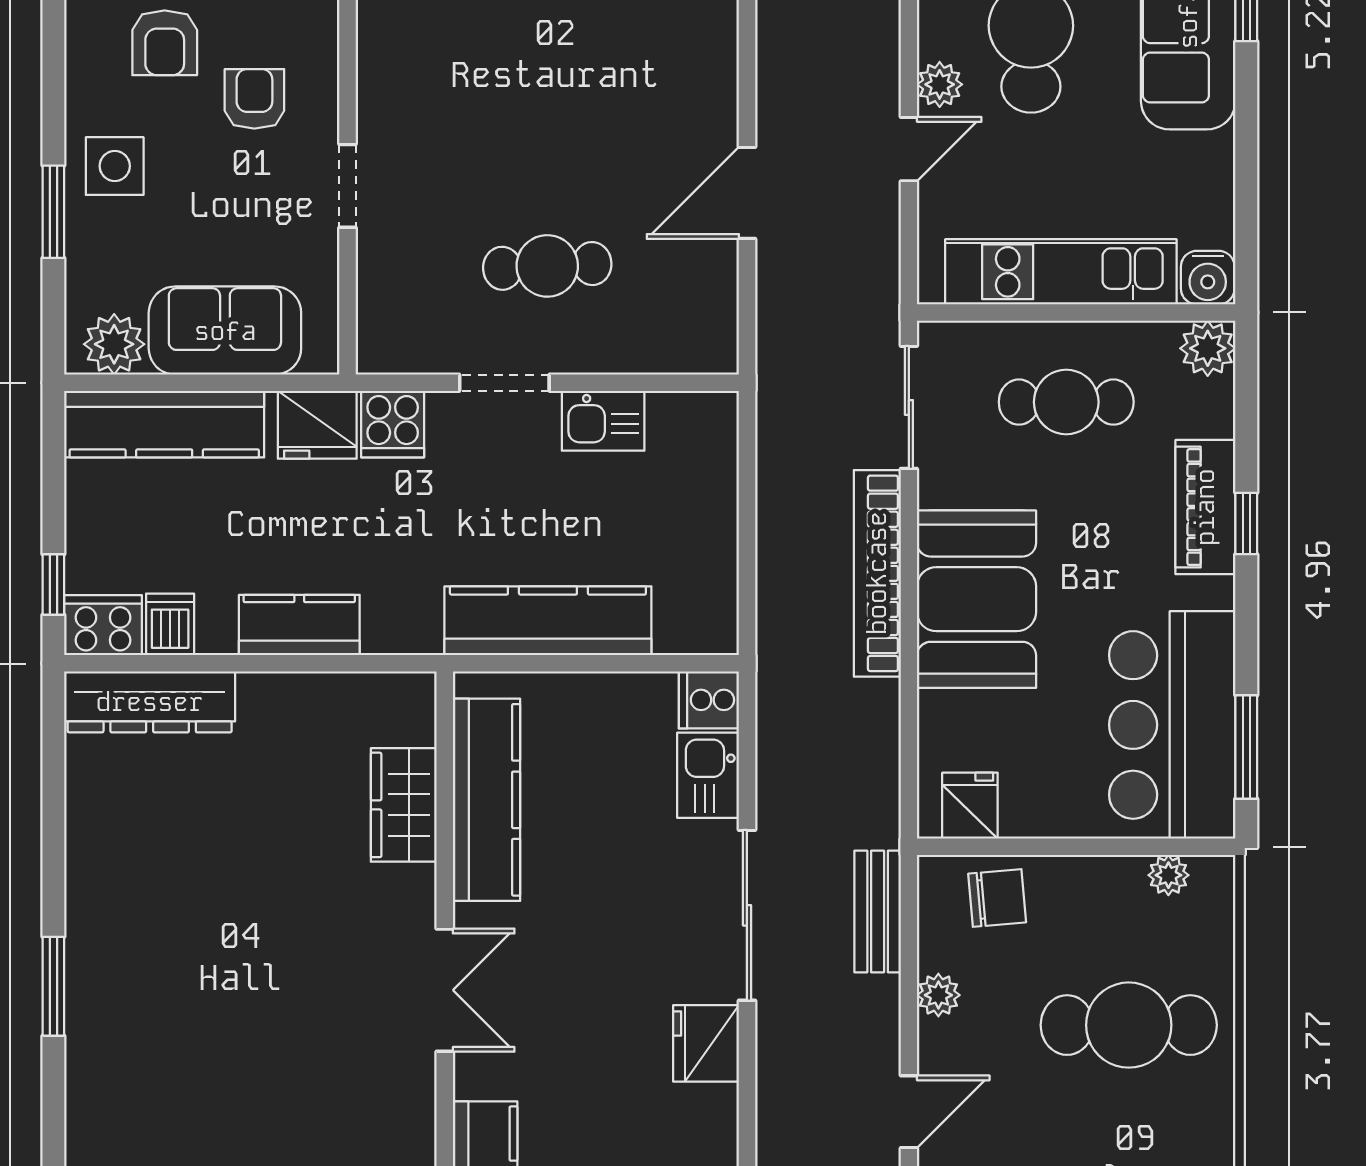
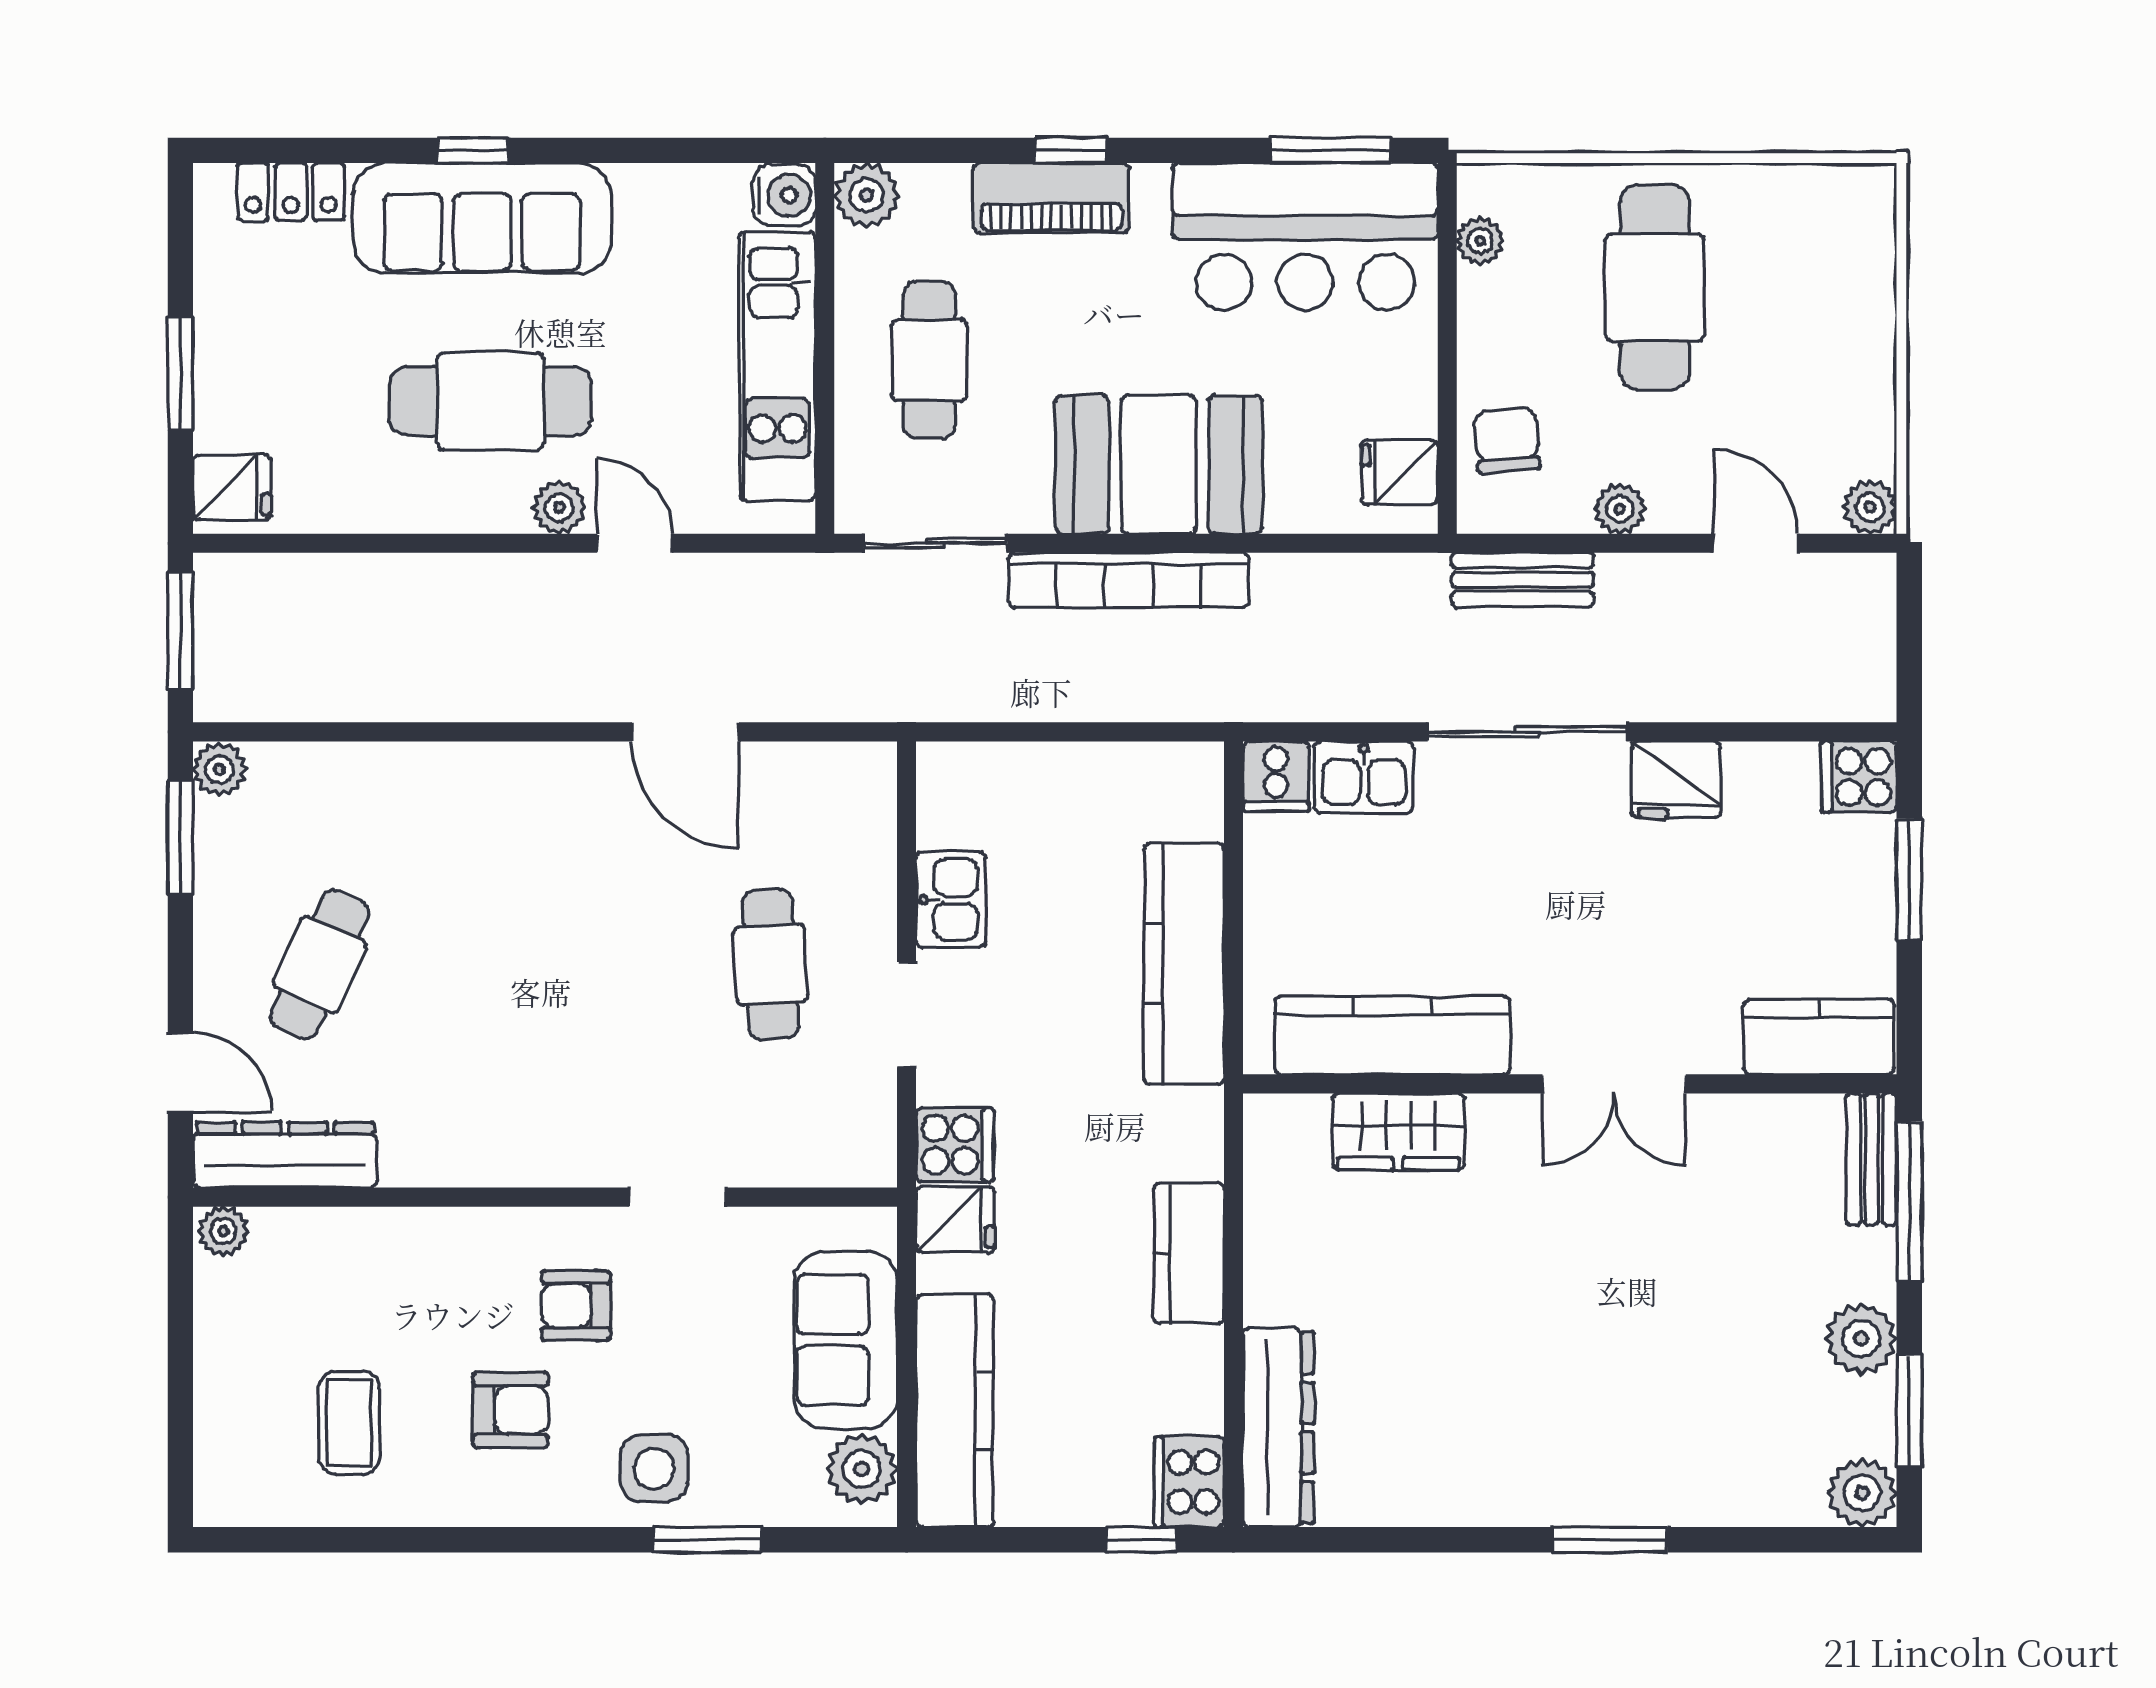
fridge: (317, 425) -> (956, 1220), width x0.72
dishwasher: (170, 624) -> (1188, 1404), removed
double door: (445, 990) -> (1614, 1084), swing flipped

